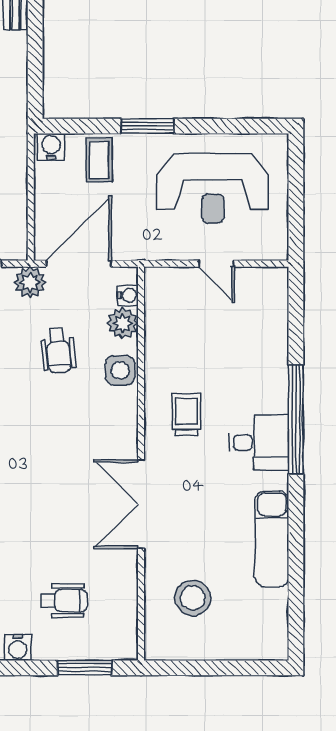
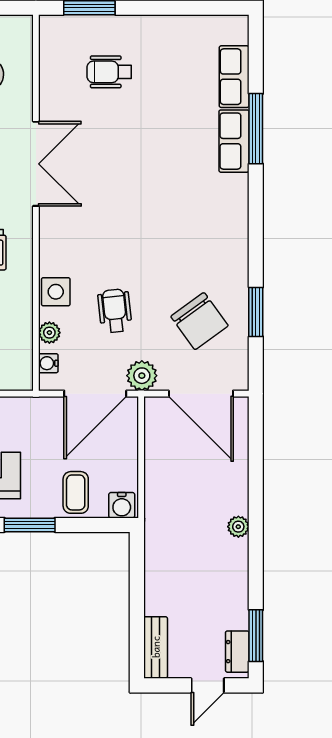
plant: (123, 323) -> (49, 333), width x0.73, depth x0.73
water cooler: (18, 648) -> (153, 27), removed

